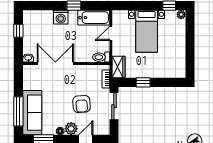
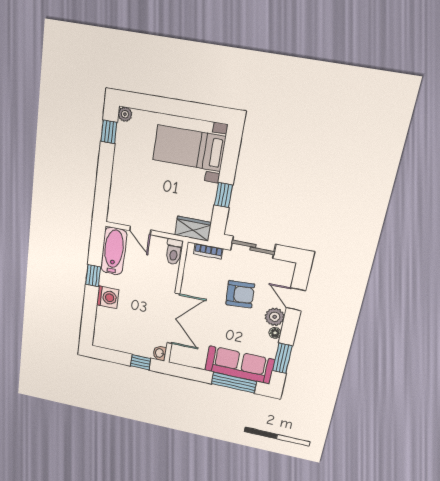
window: (18, 31) -> (141, 362), moved
bed with nightstands: (147, 31) -> (189, 148), moved, turned 180
double door: (55, 64) -> (173, 319), swing flipped

